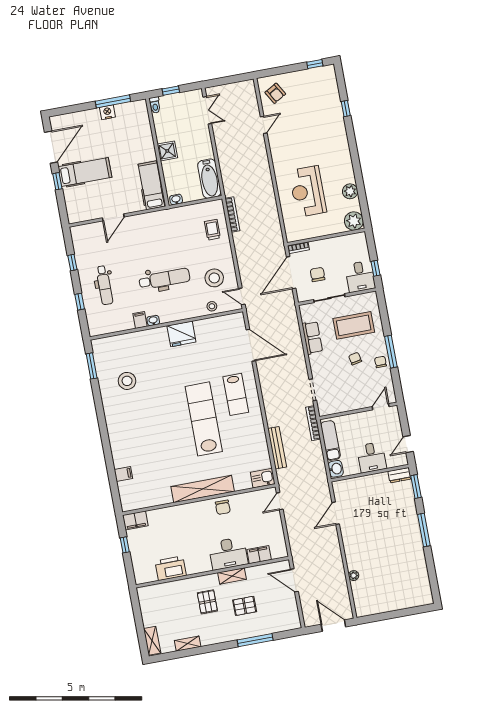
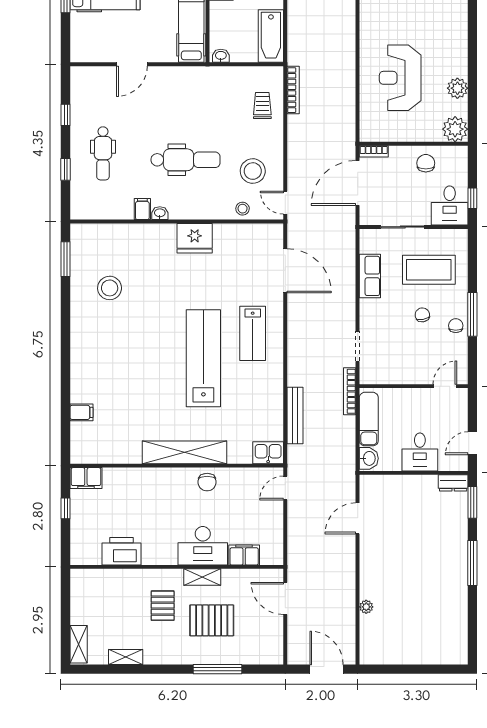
chair: (318, 274) -> (426, 163), moved
pallet: (245, 606) -> (212, 620), width x1.50, depth x1.42

